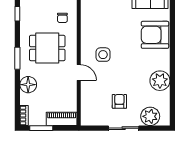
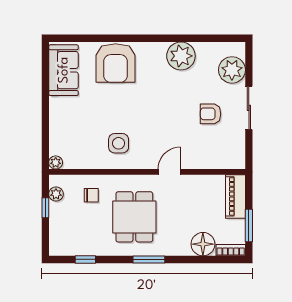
side table: (103, 55) -> (119, 143), moved
floor lamp: (28, 85) -> (203, 244), moved

